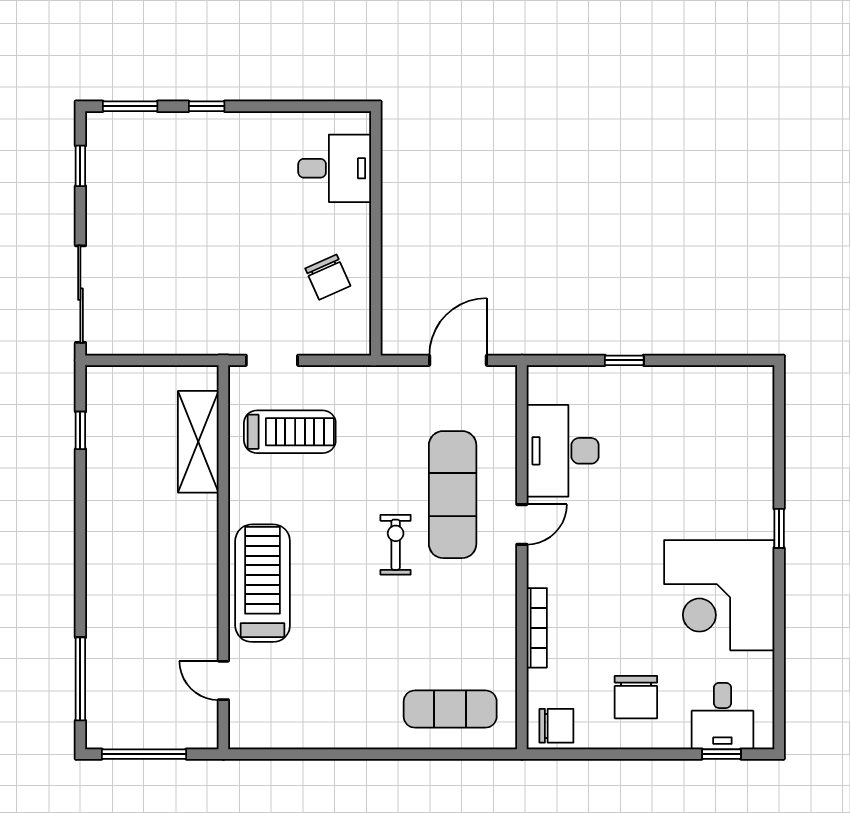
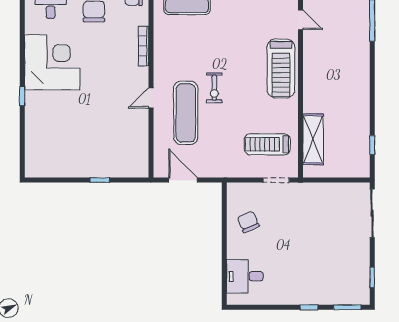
door: (458, 360) -> (183, 180), swing flipped
desk: (563, 451) -> (131, 135), removed

